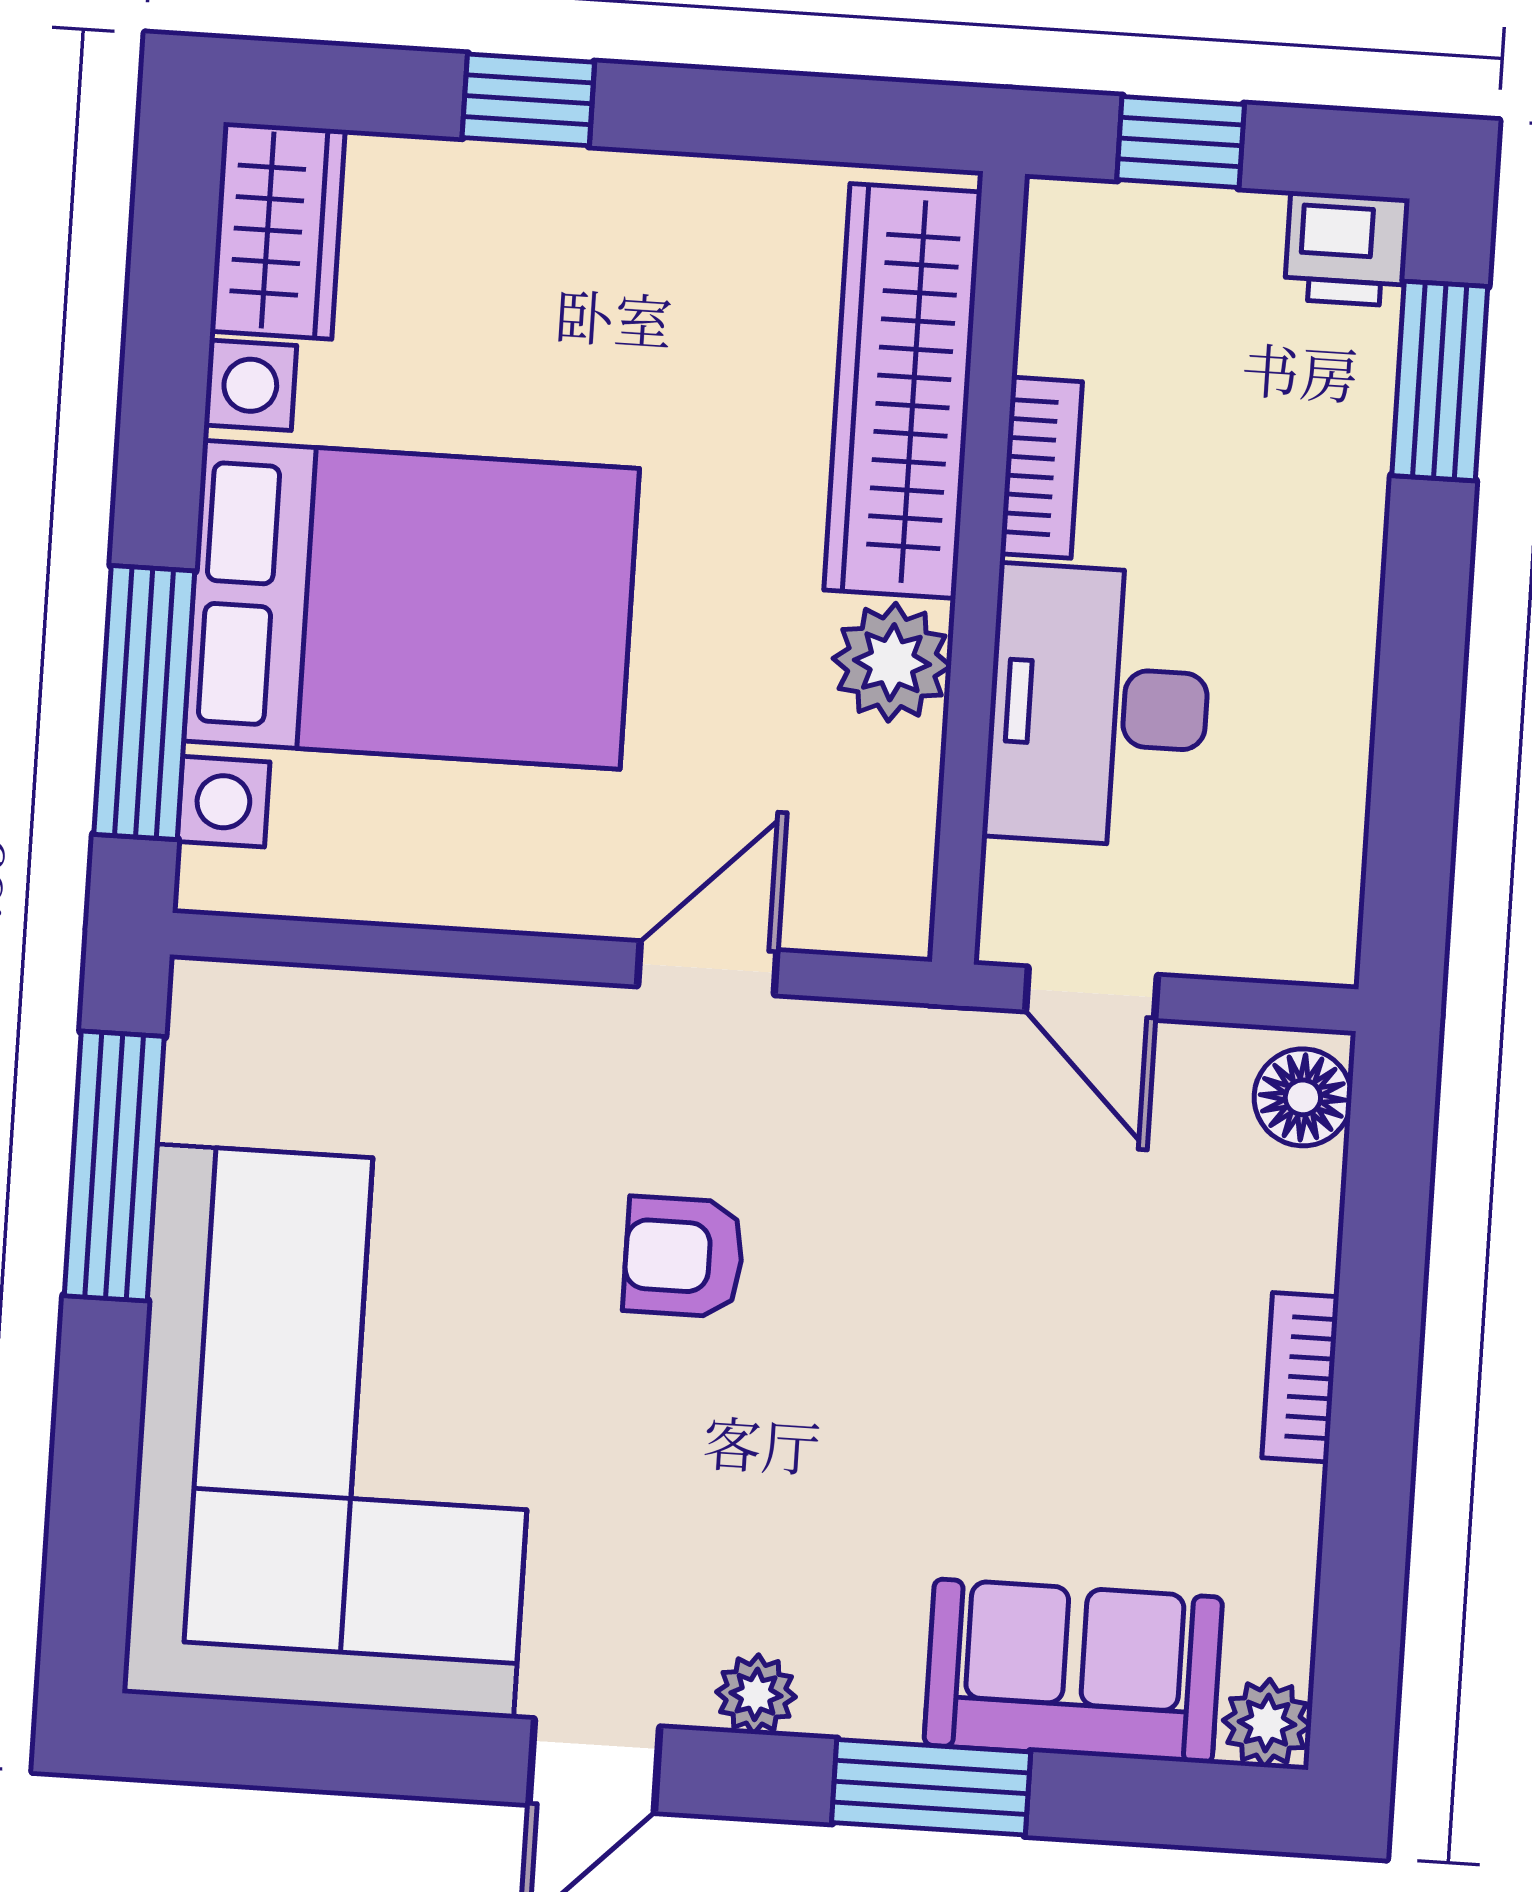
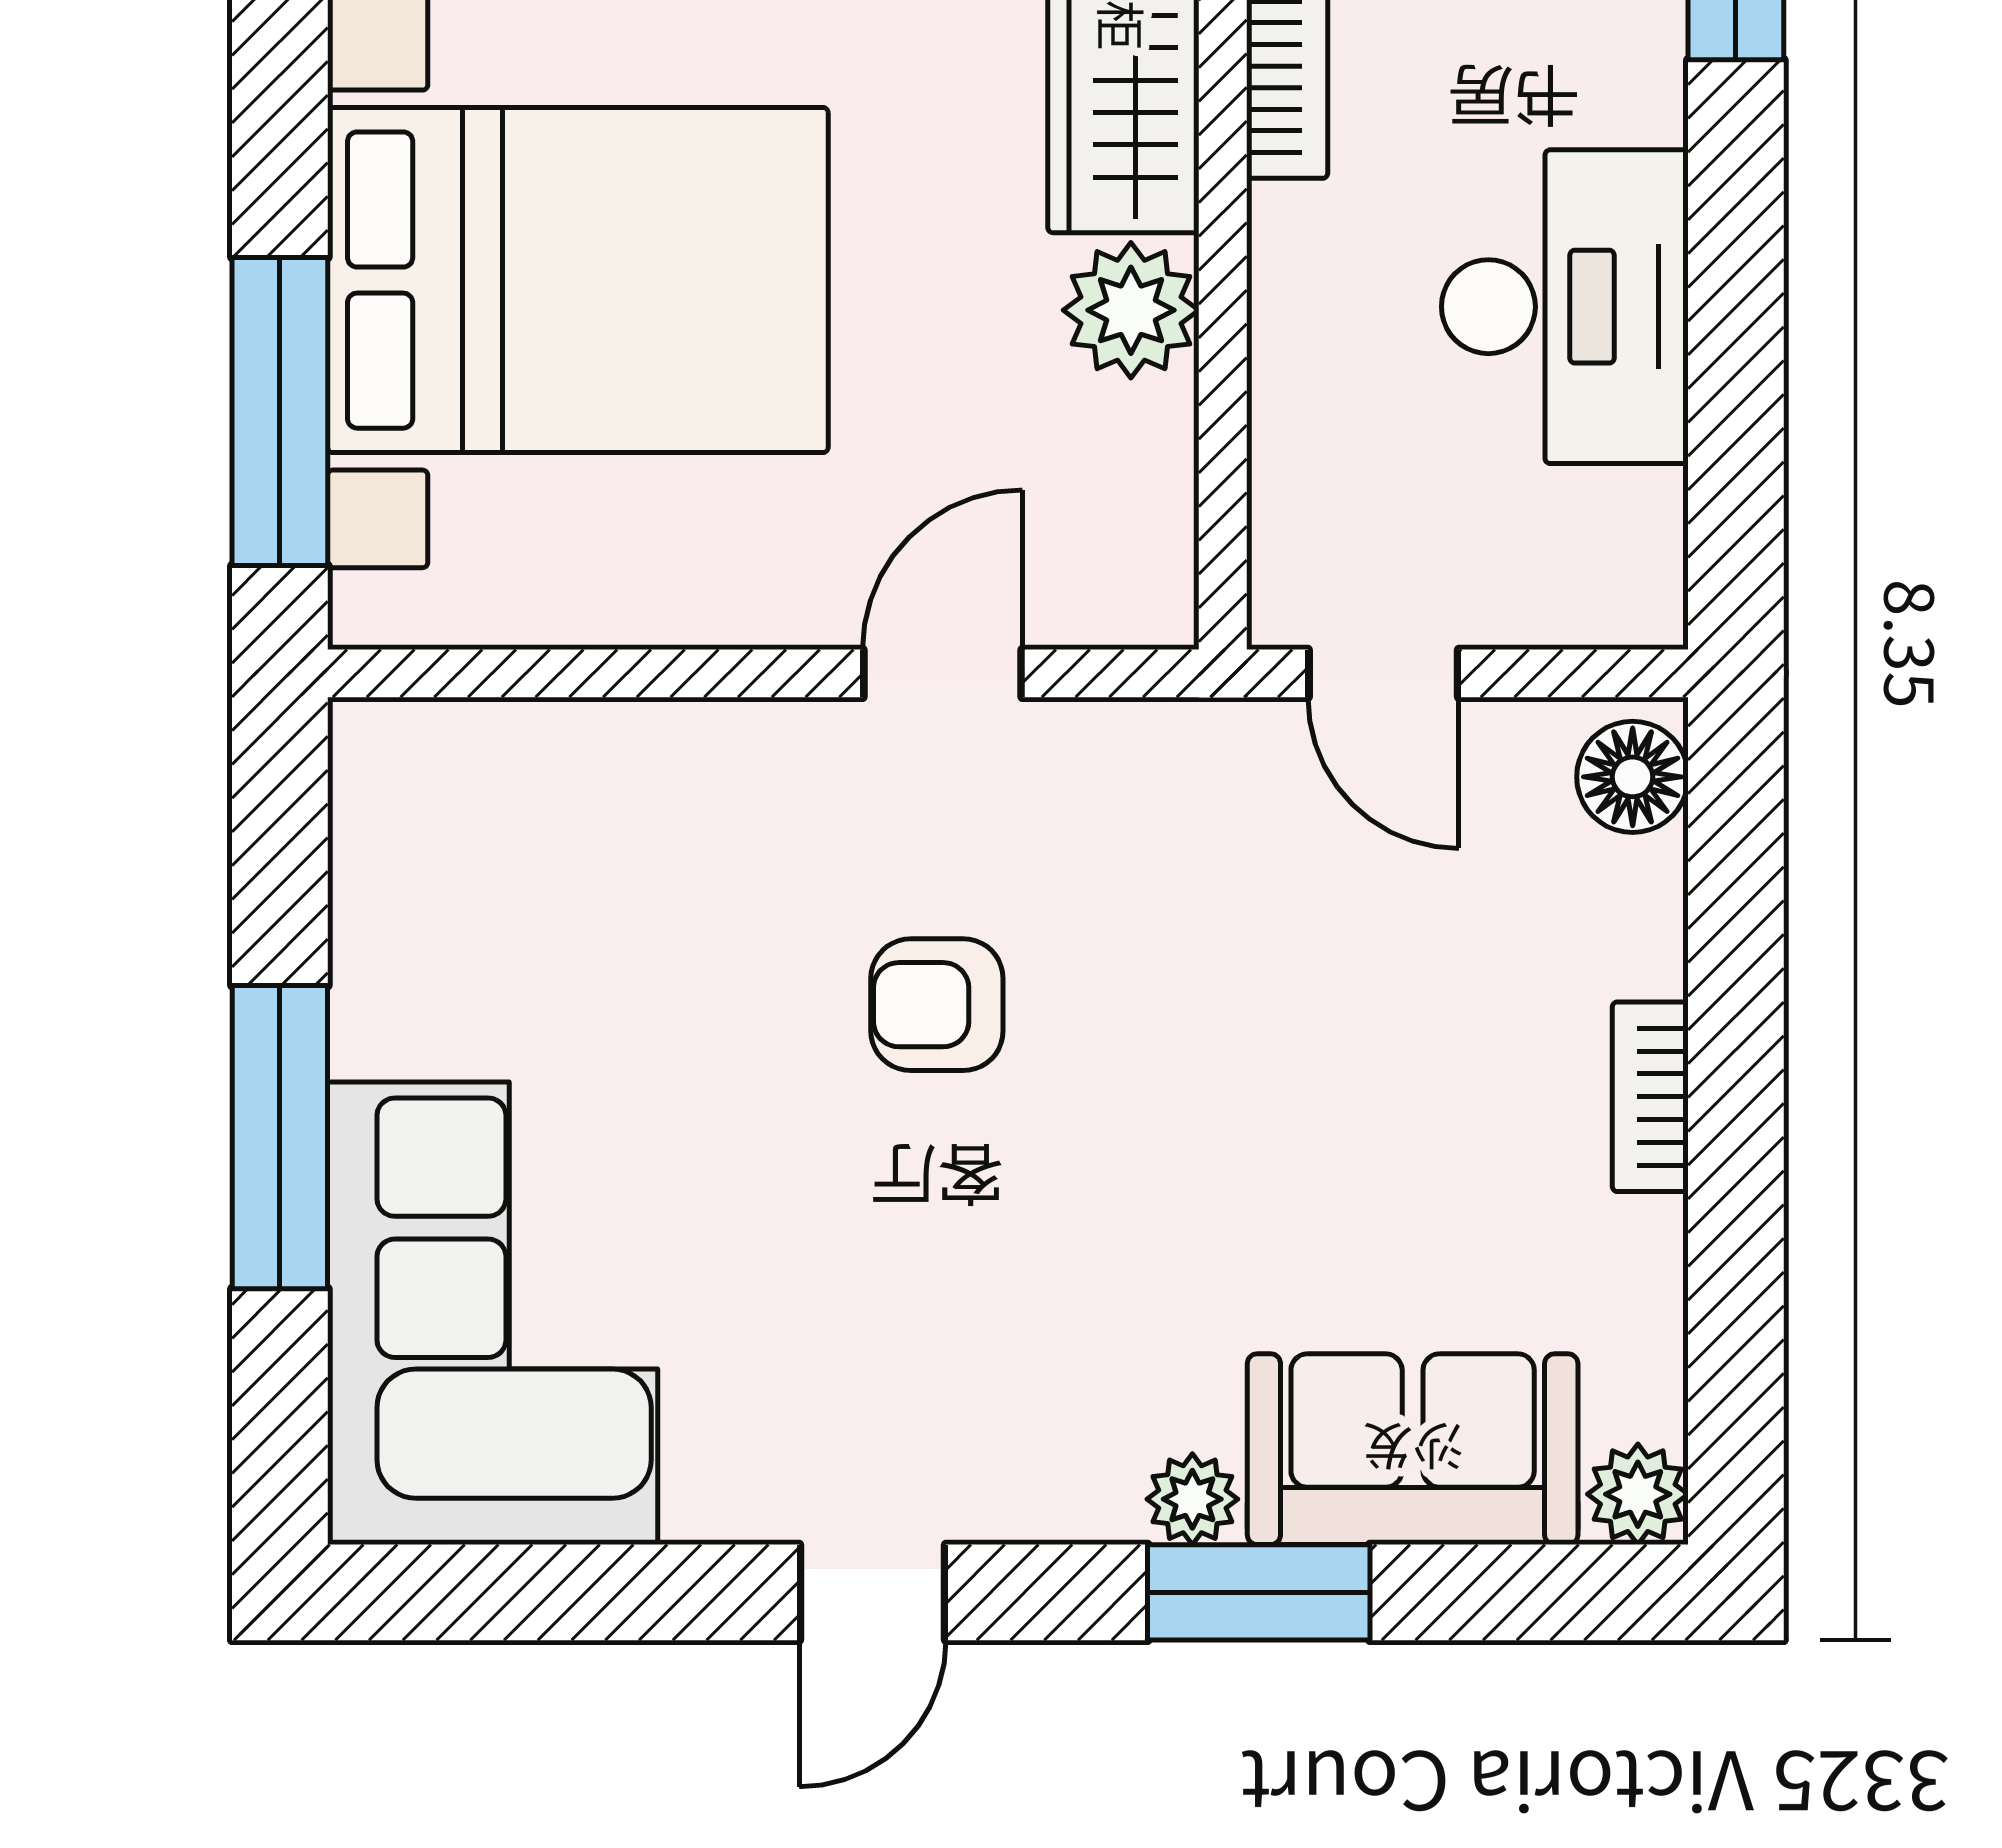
desk: (1098, 706) -> (1565, 307), moved, turned 180
window: (114, 1166) -> (280, 1137), moved
corner sofa: (335, 1431) -> (493, 1313), width x0.73, depth x0.74
plant: (756, 1694) -> (1192, 1499), moved

